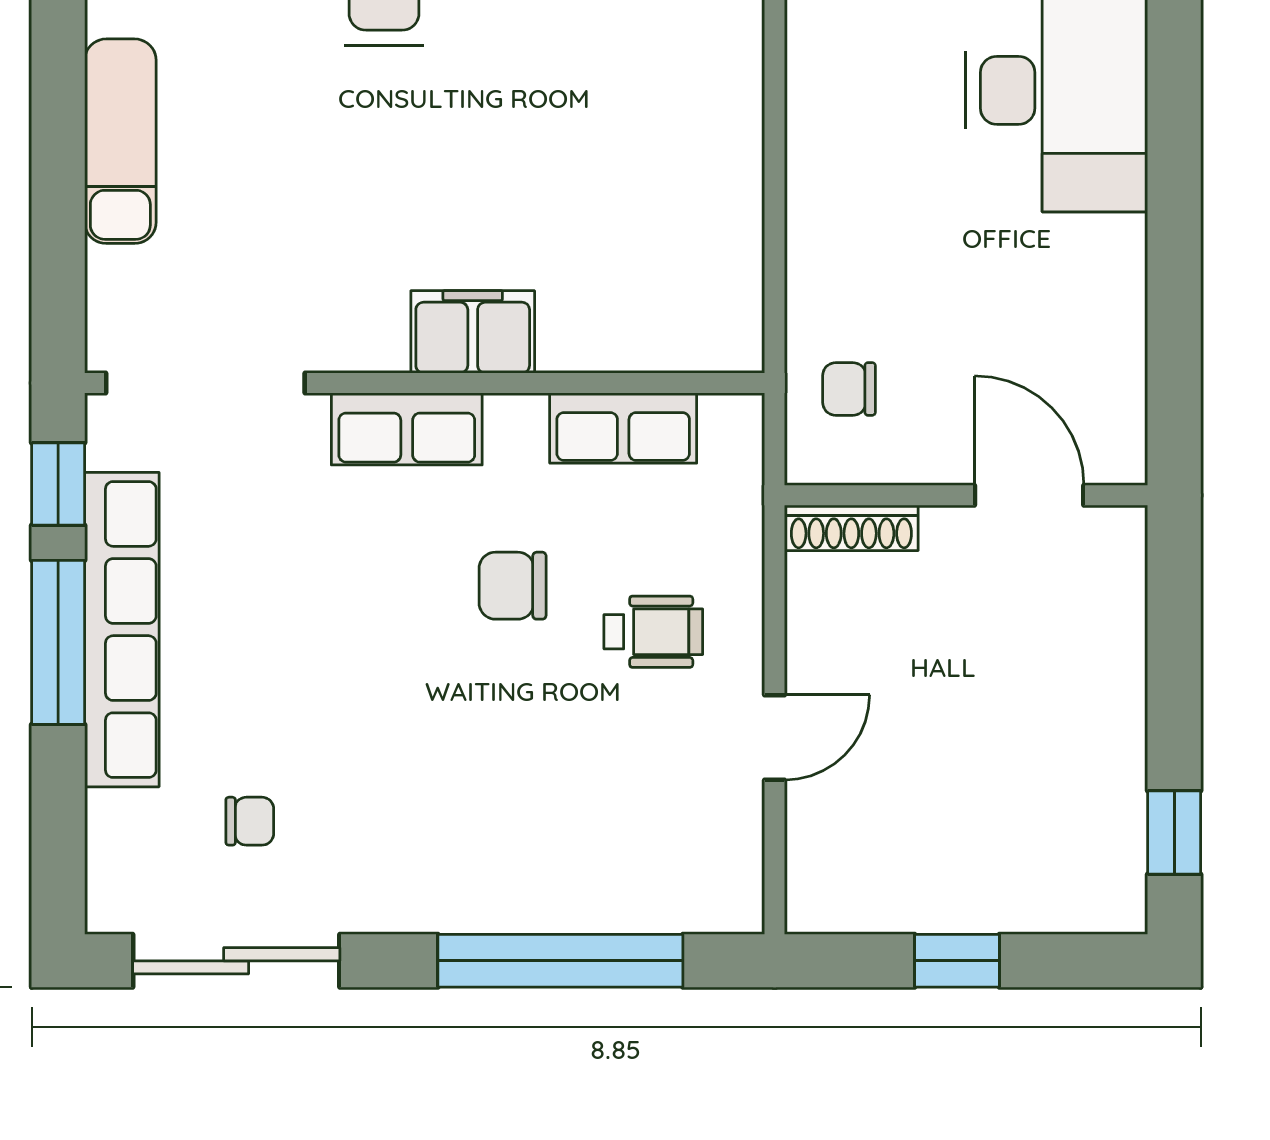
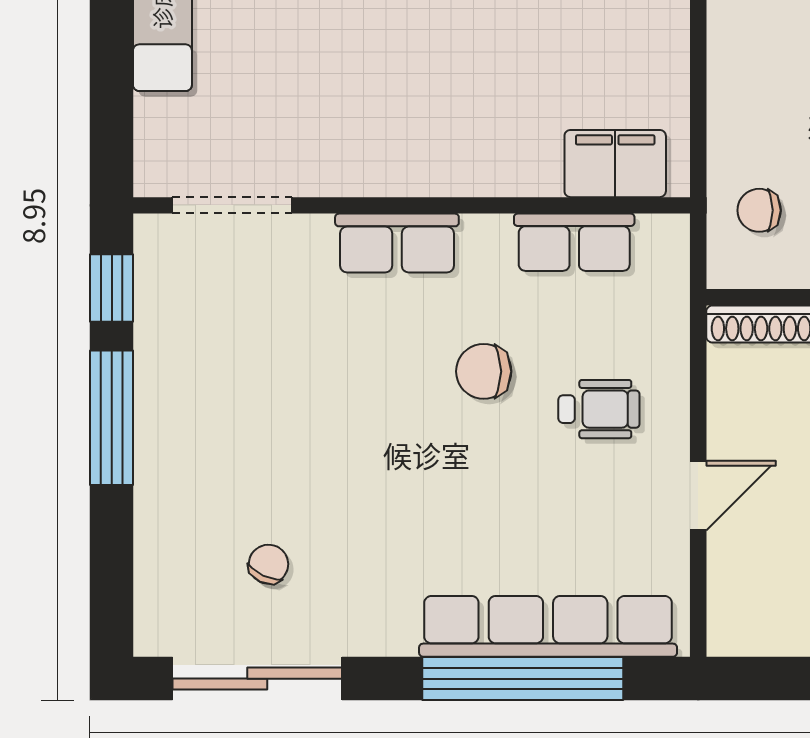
filing cabinet: (473, 332) -> (615, 164), moved
doorway: (205, 383) -> (232, 205), width x0.73
row of seats: (122, 630) -> (548, 626), moved, turned -90
chair: (250, 821) -> (268, 564), turned -65

